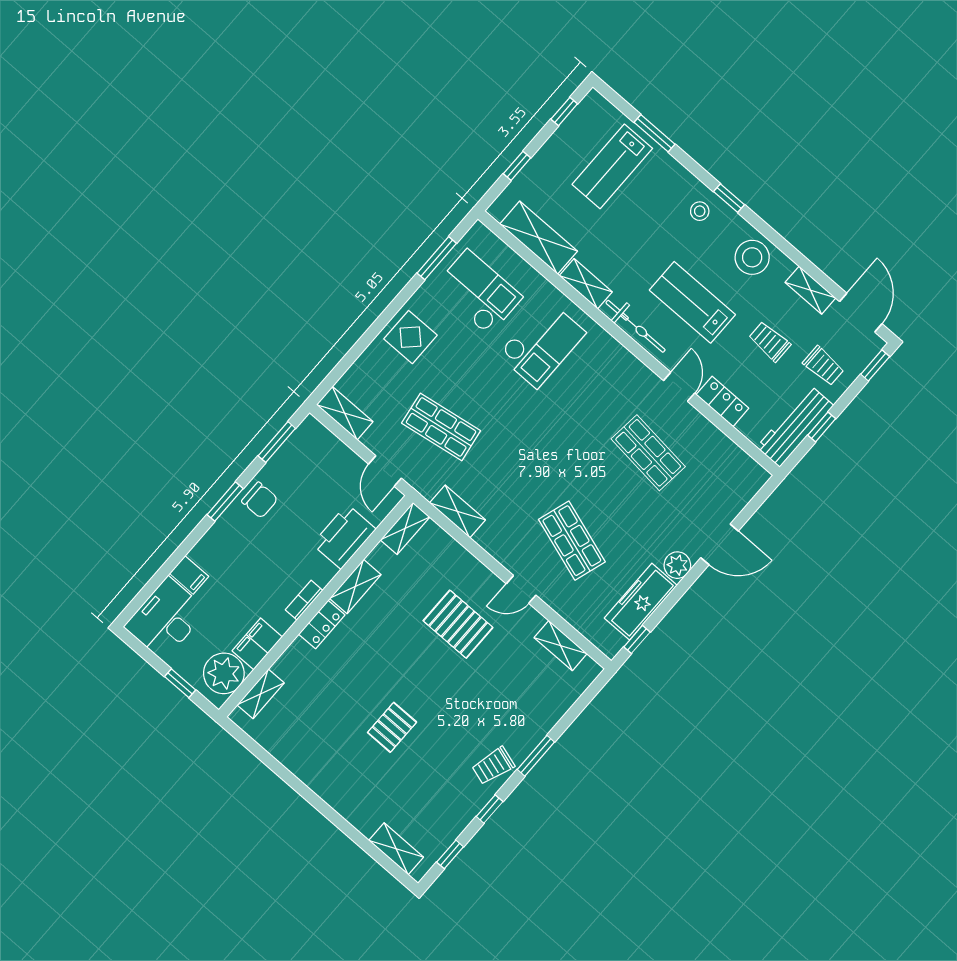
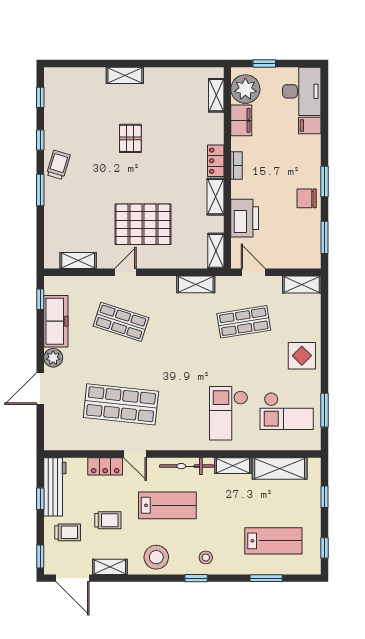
lab bench: (612, 166) -> (273, 541), turned 90
trolley: (823, 366) -> (68, 532), turned 180
shop shelf: (648, 453) -> (121, 404), width x1.43, depth x1.36
pallet: (458, 624) -> (143, 224), width x1.37, depth x1.41
shelving: (396, 849) -> (125, 75), moved

